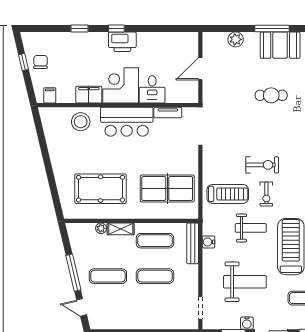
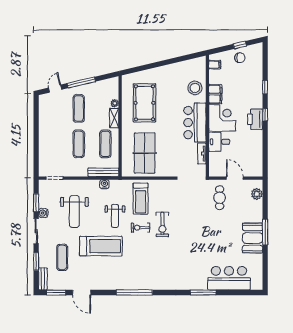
plant: (236, 39) -> (257, 194), moved
cafe table: (271, 95) -> (220, 198), moved

